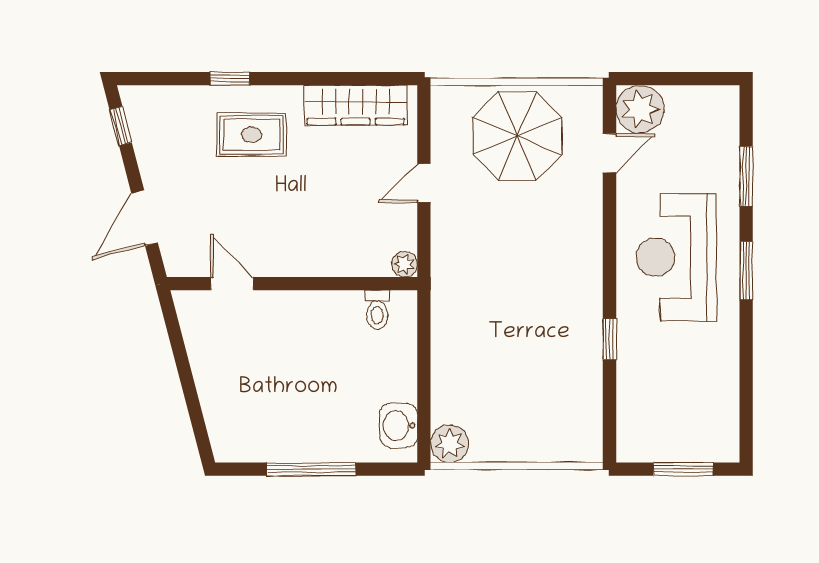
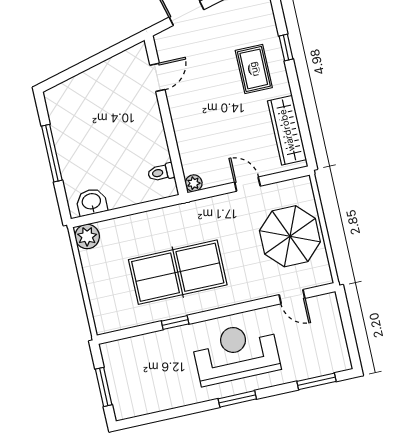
plant: (640, 109) -> (324, 310), removed
window: (746, 176) -> (317, 381), moved
table tennis table: (534, 318) -> (178, 272), added

